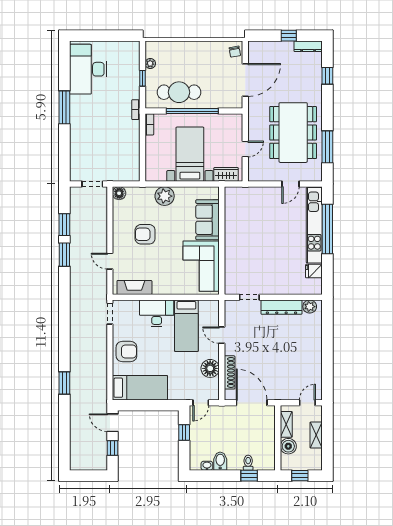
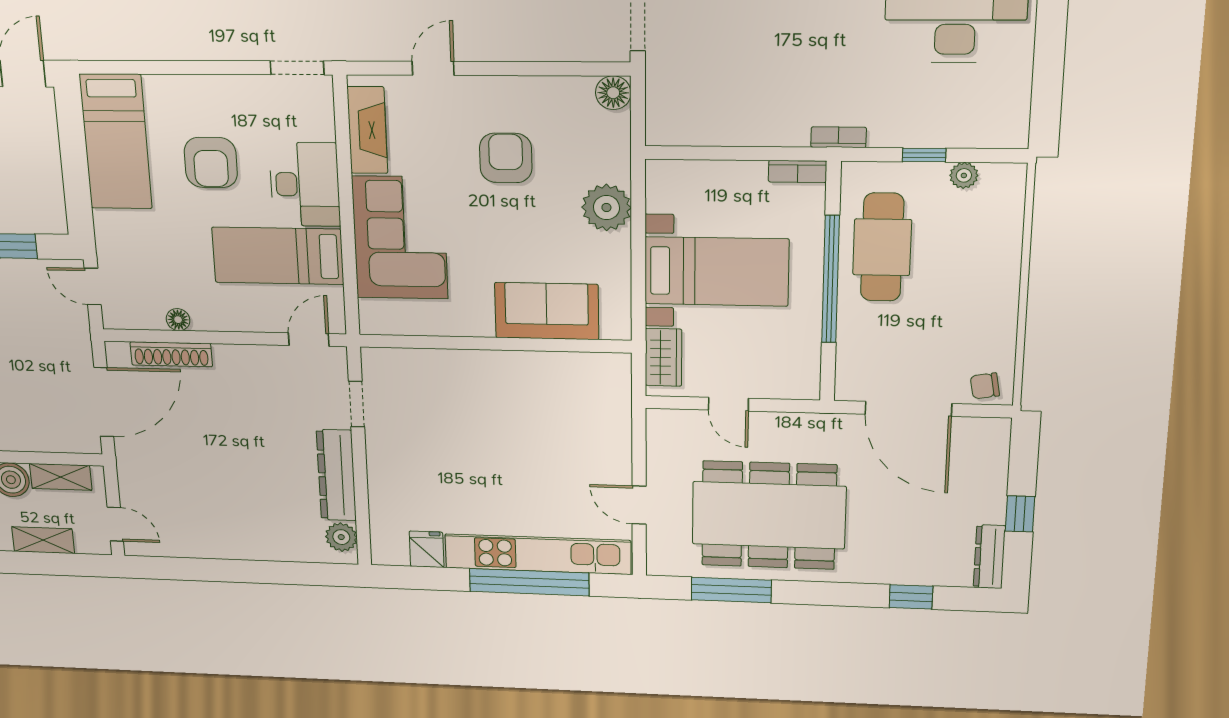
corner sofa: (201, 266) -> (400, 238), moved, turned 90
door: (222, 335) -> (309, 340), moved
armchair: (126, 351) -> (211, 162), moved
floor lamp: (210, 368) -> (178, 320), width x0.53, depth x0.53

